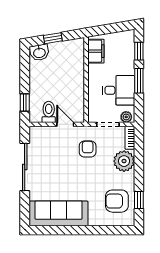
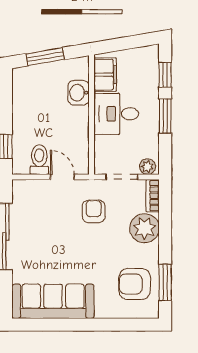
window: (53, 38) -> (45, 57), width x1.50
washbasin: (39, 52) -> (78, 93), moved, turned 99
desk: (119, 90) -> (116, 114), moved, turned 180
window: (139, 200) -> (165, 282), width x1.50

